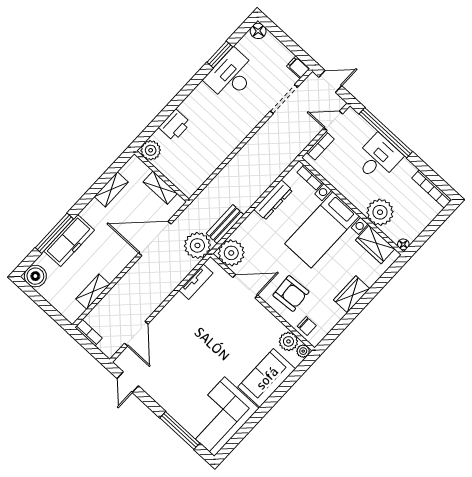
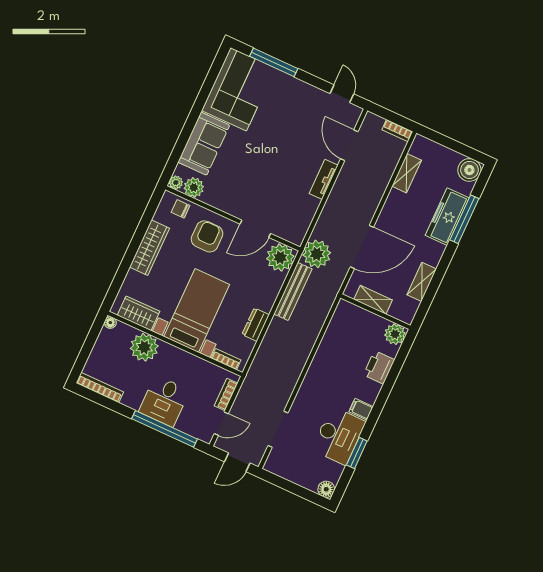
filing cabinet: (298, 67) -> (361, 409), moved, turned 180
dresser: (273, 200) -> (256, 325), width x0.70
bench: (225, 224) -> (293, 291), width x1.36
tv unit: (196, 282) -> (324, 179), moved
armchair: (291, 293) -> (207, 236), turned 94
wardrobe: (352, 294) -> (149, 248), width x1.50

